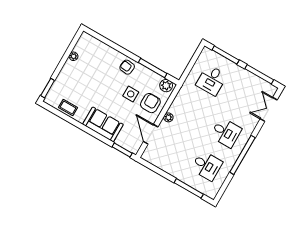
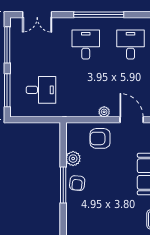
window: (153, 68) -> (63, 185), moved
plant: (166, 86) -> (73, 159), moved
side table: (131, 94) -> (102, 164), removed
door: (151, 134) -> (132, 120), swing flipped

